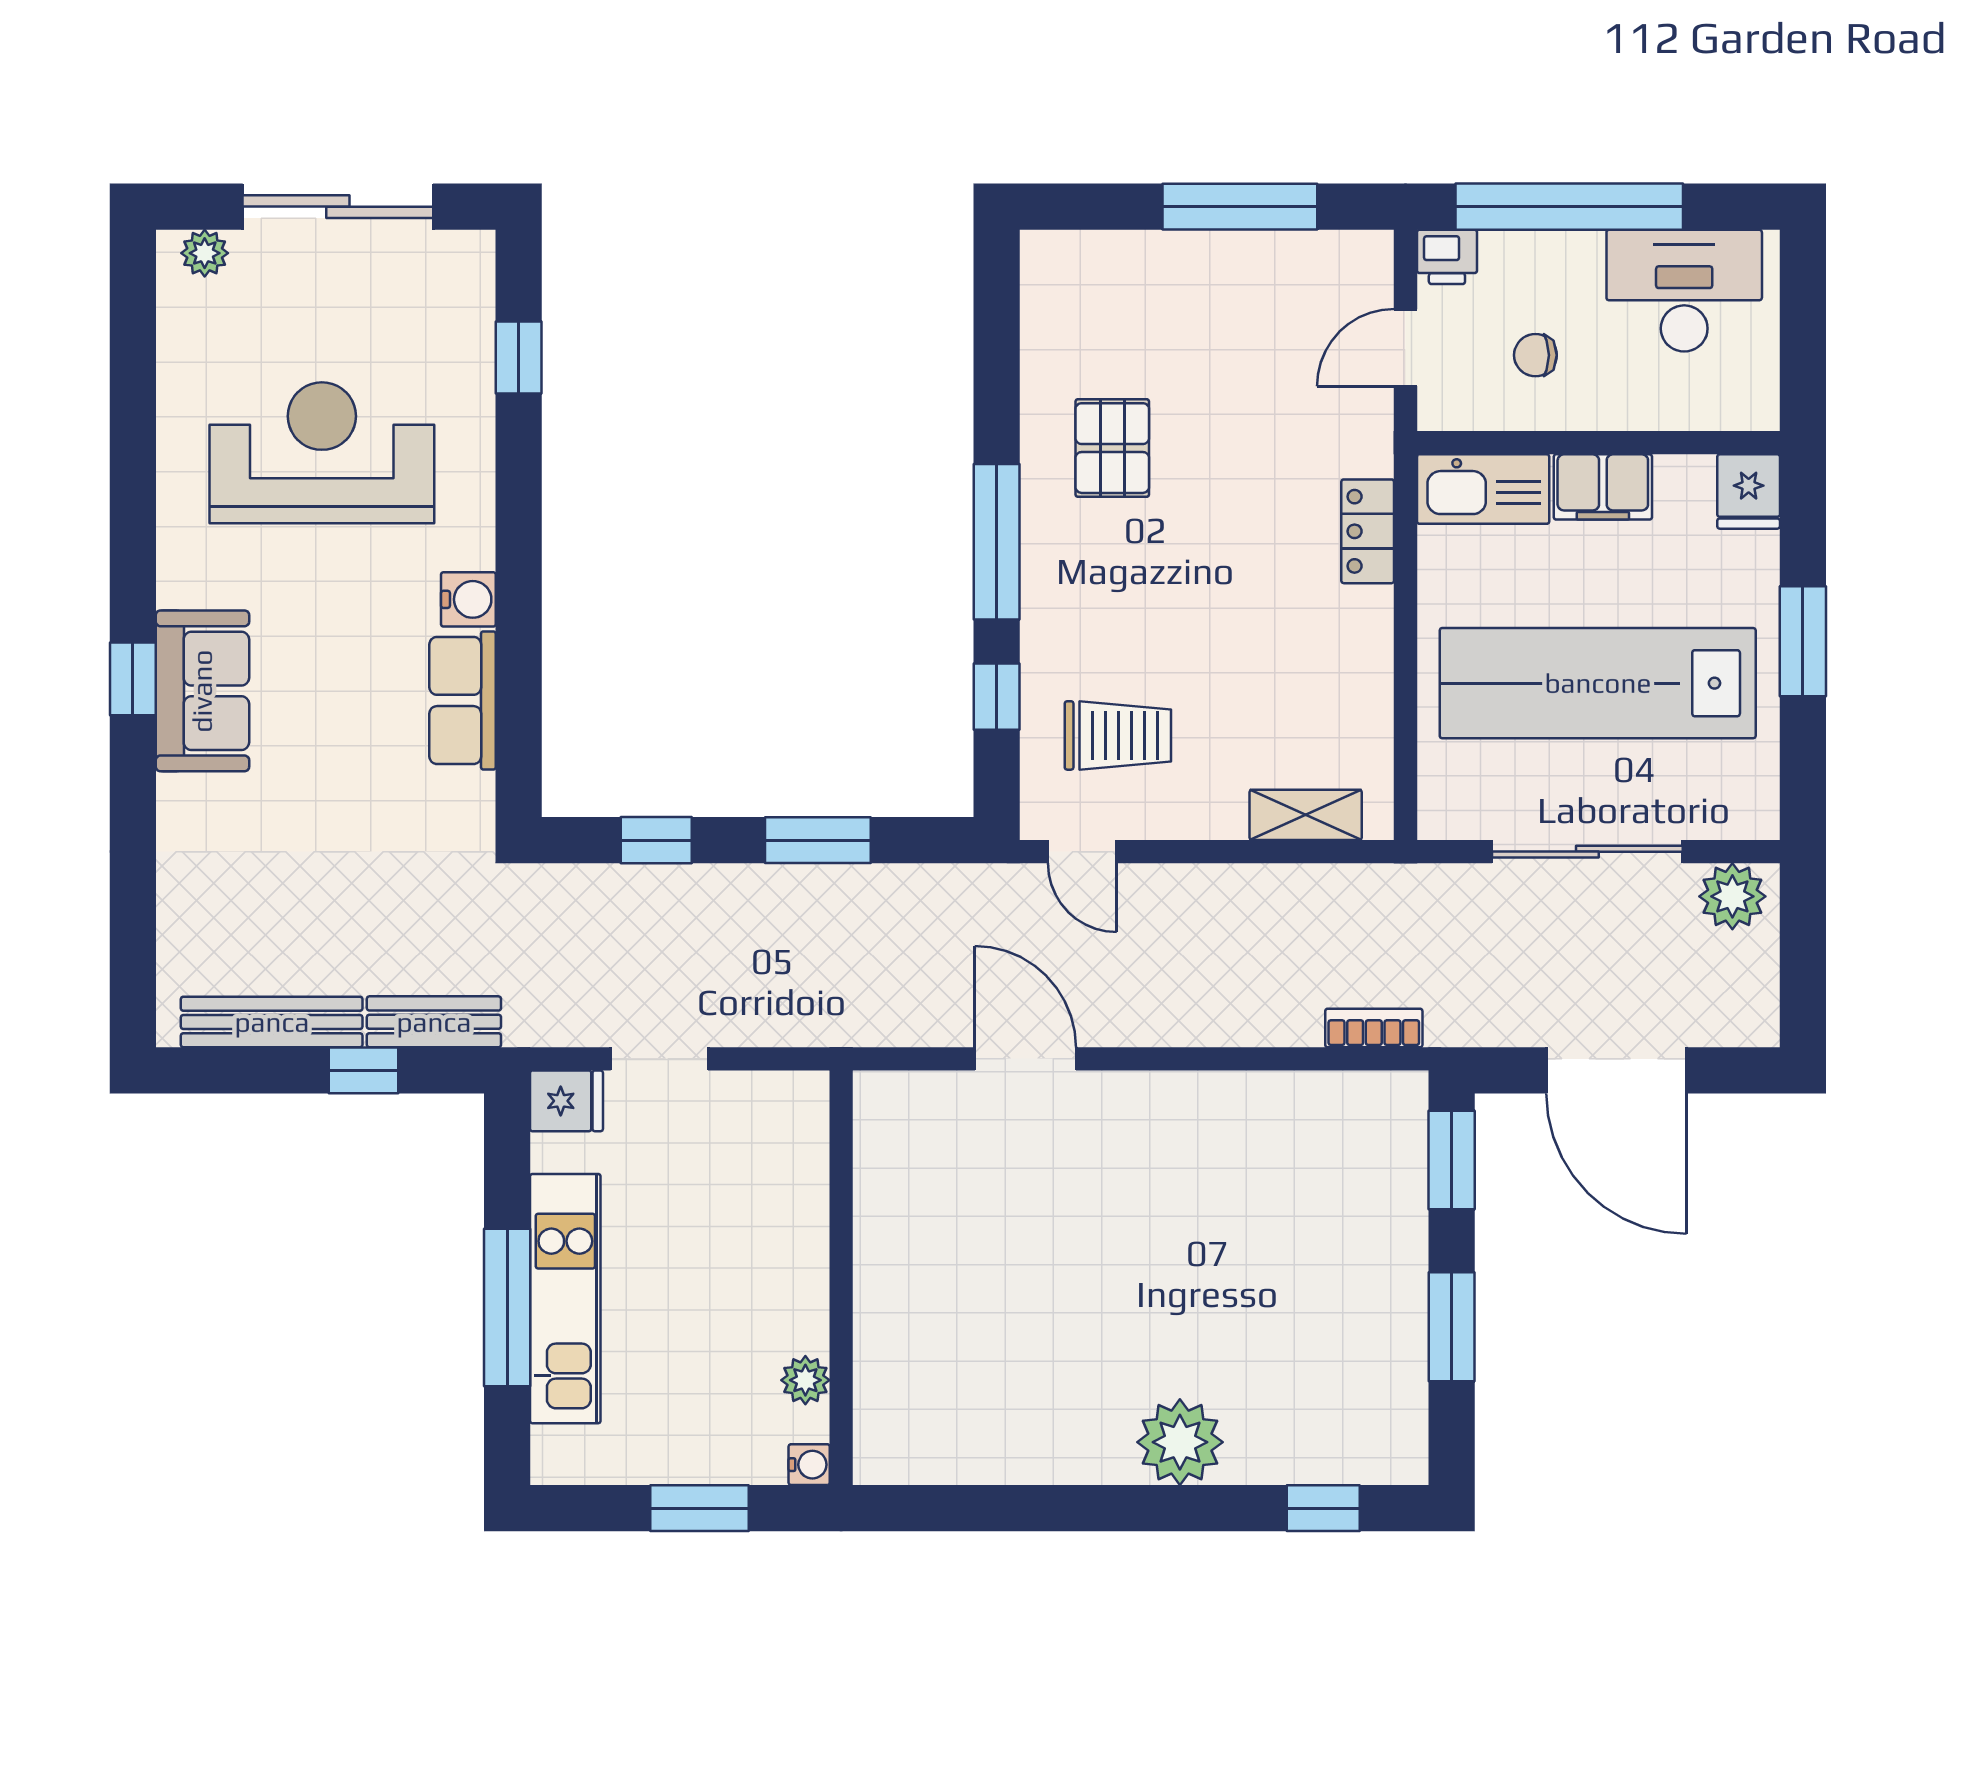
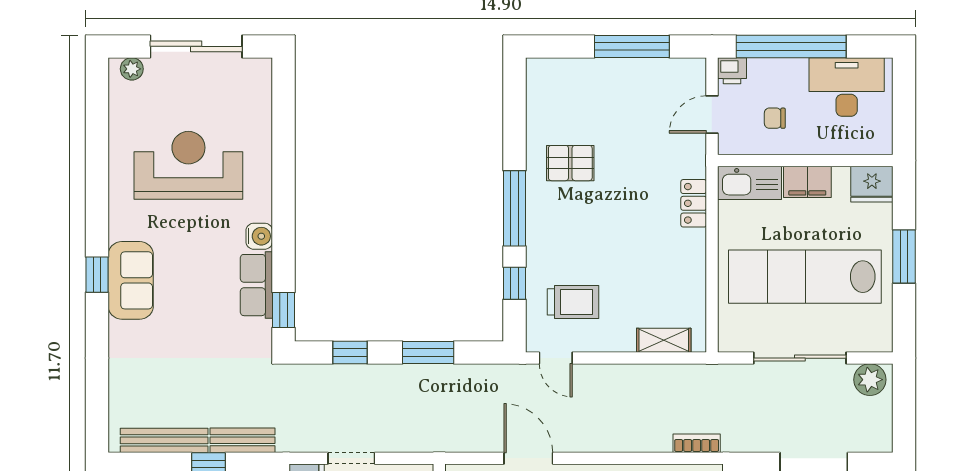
window: (519, 357) -> (283, 310), moved
pallet: (1112, 448) -> (570, 163), turned 90
fridge: (1749, 491) -> (872, 184), width x1.38

